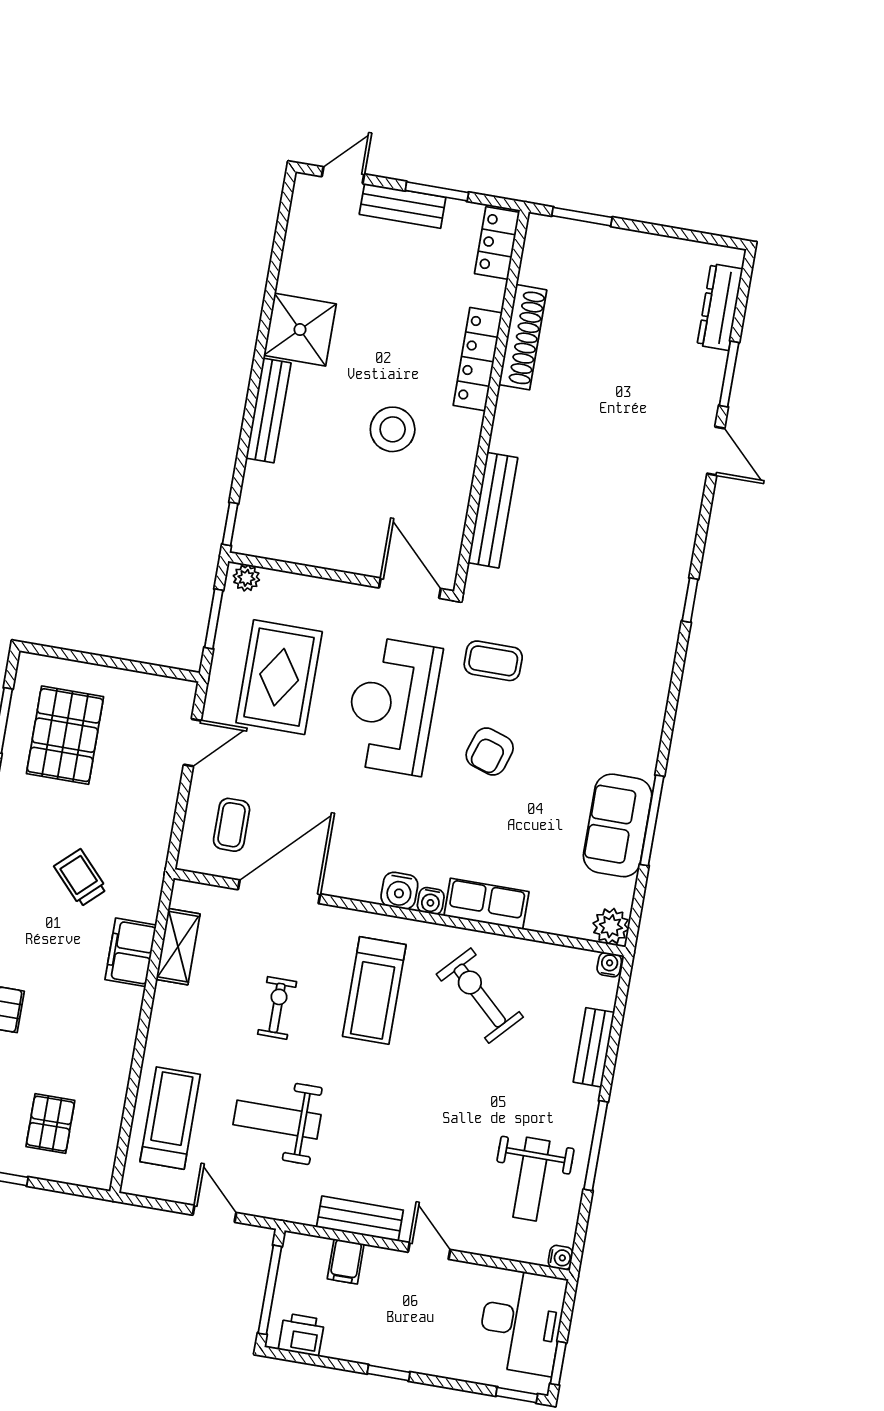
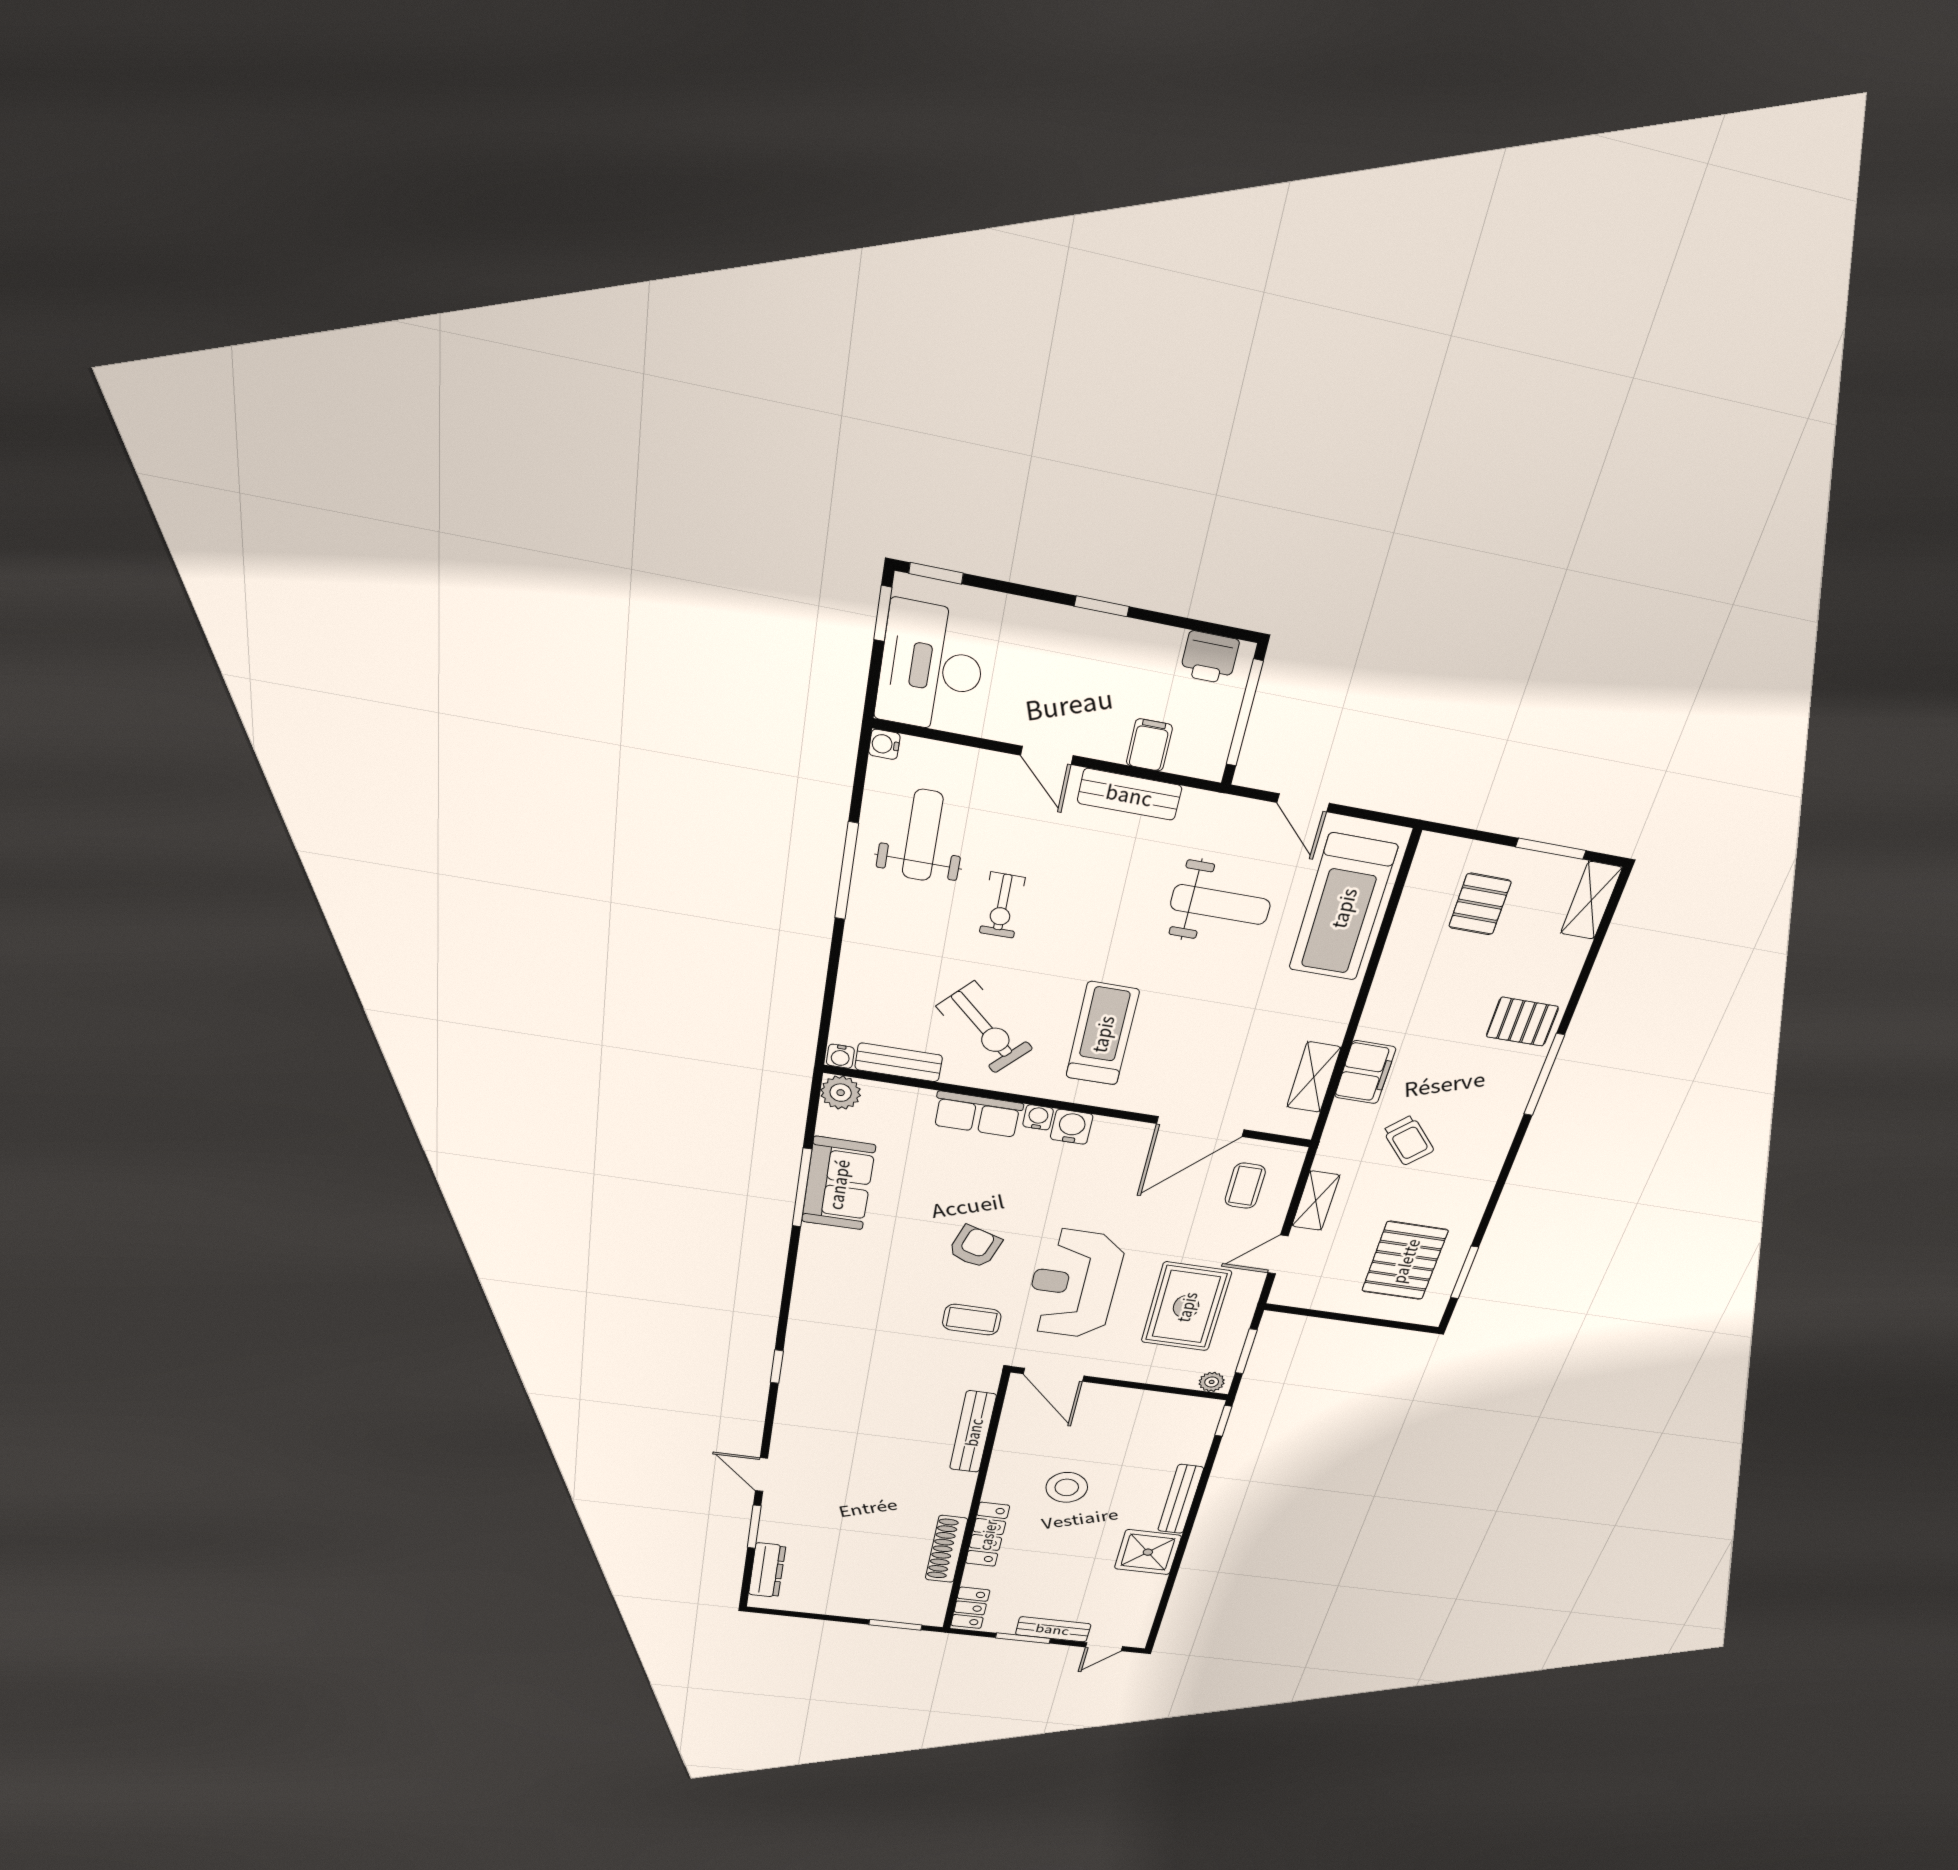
reception desk: (392, 706) -> (1074, 1284), turned 180
shelving: (162, 808) -> (1316, 1201), added
exercise bike: (277, 1008) -> (1002, 905), moved
bench: (594, 1047) -> (899, 1062), moved, turned 90
treadmill: (170, 1118) -> (1343, 908), width x1.37, depth x1.38

